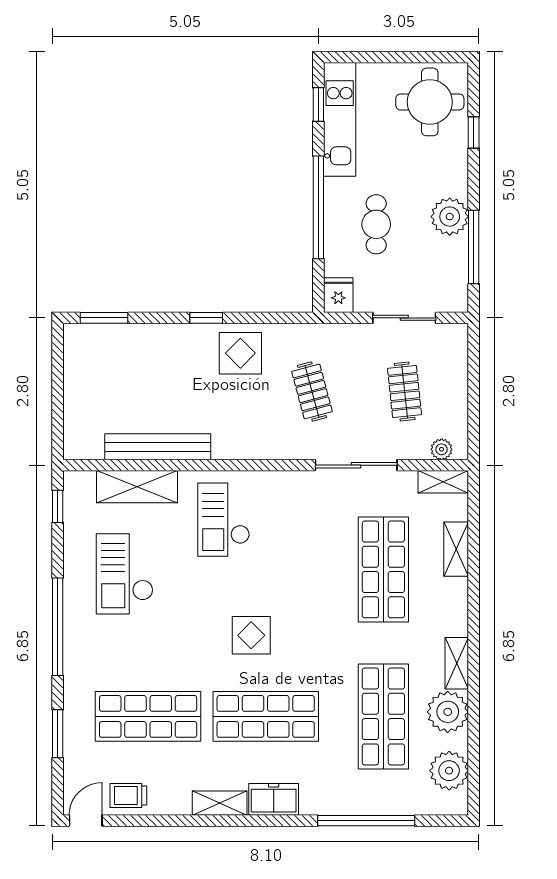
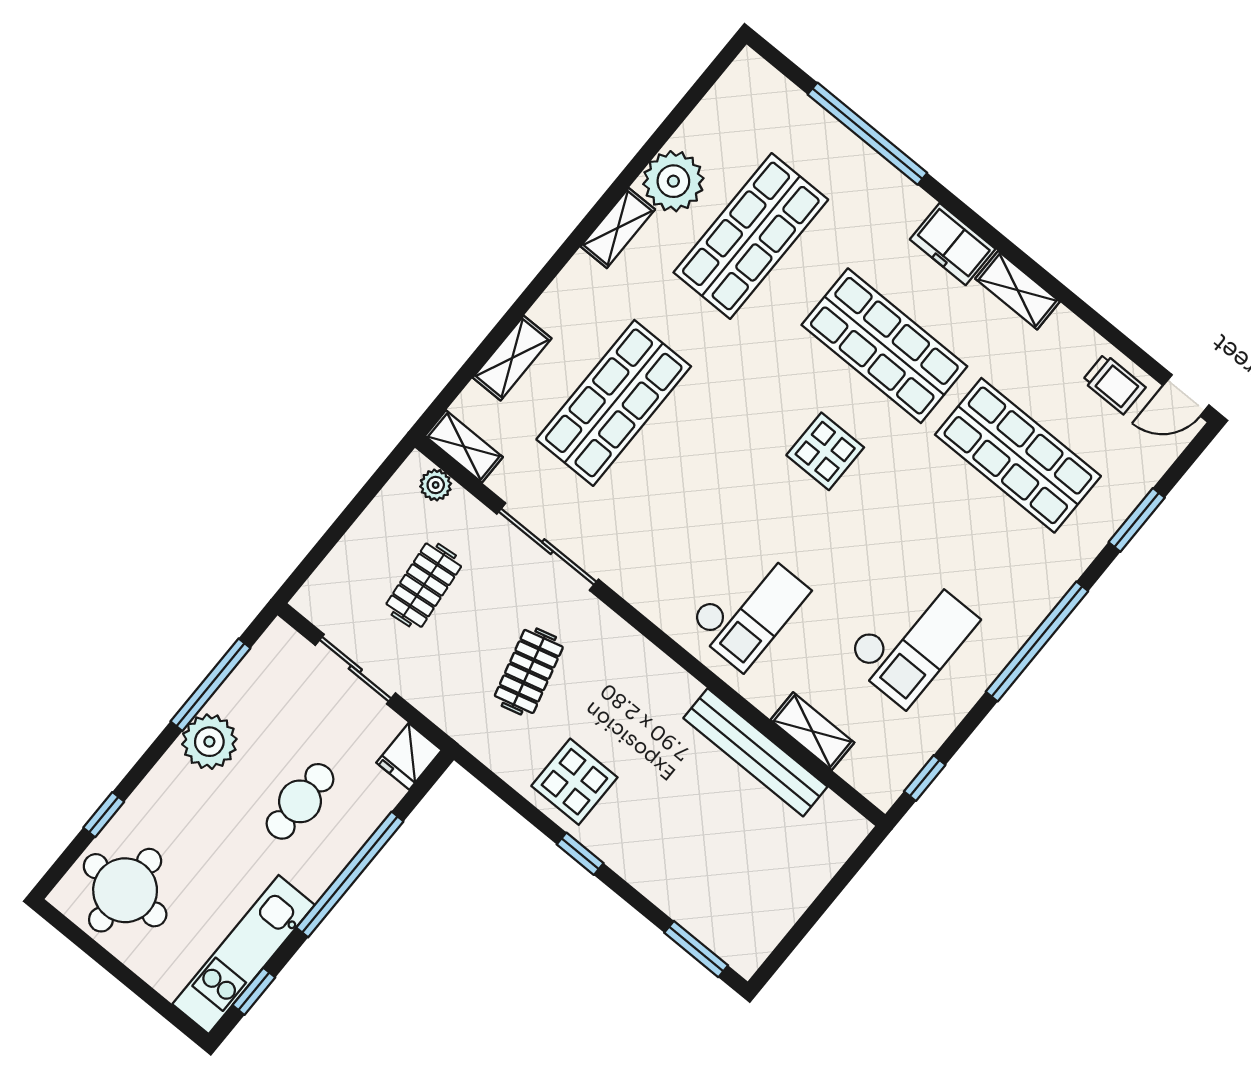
shelving: (137, 487) -> (812, 731), width x0.67, depth x0.75
plant: (449, 771) -> (727, 113), removed

